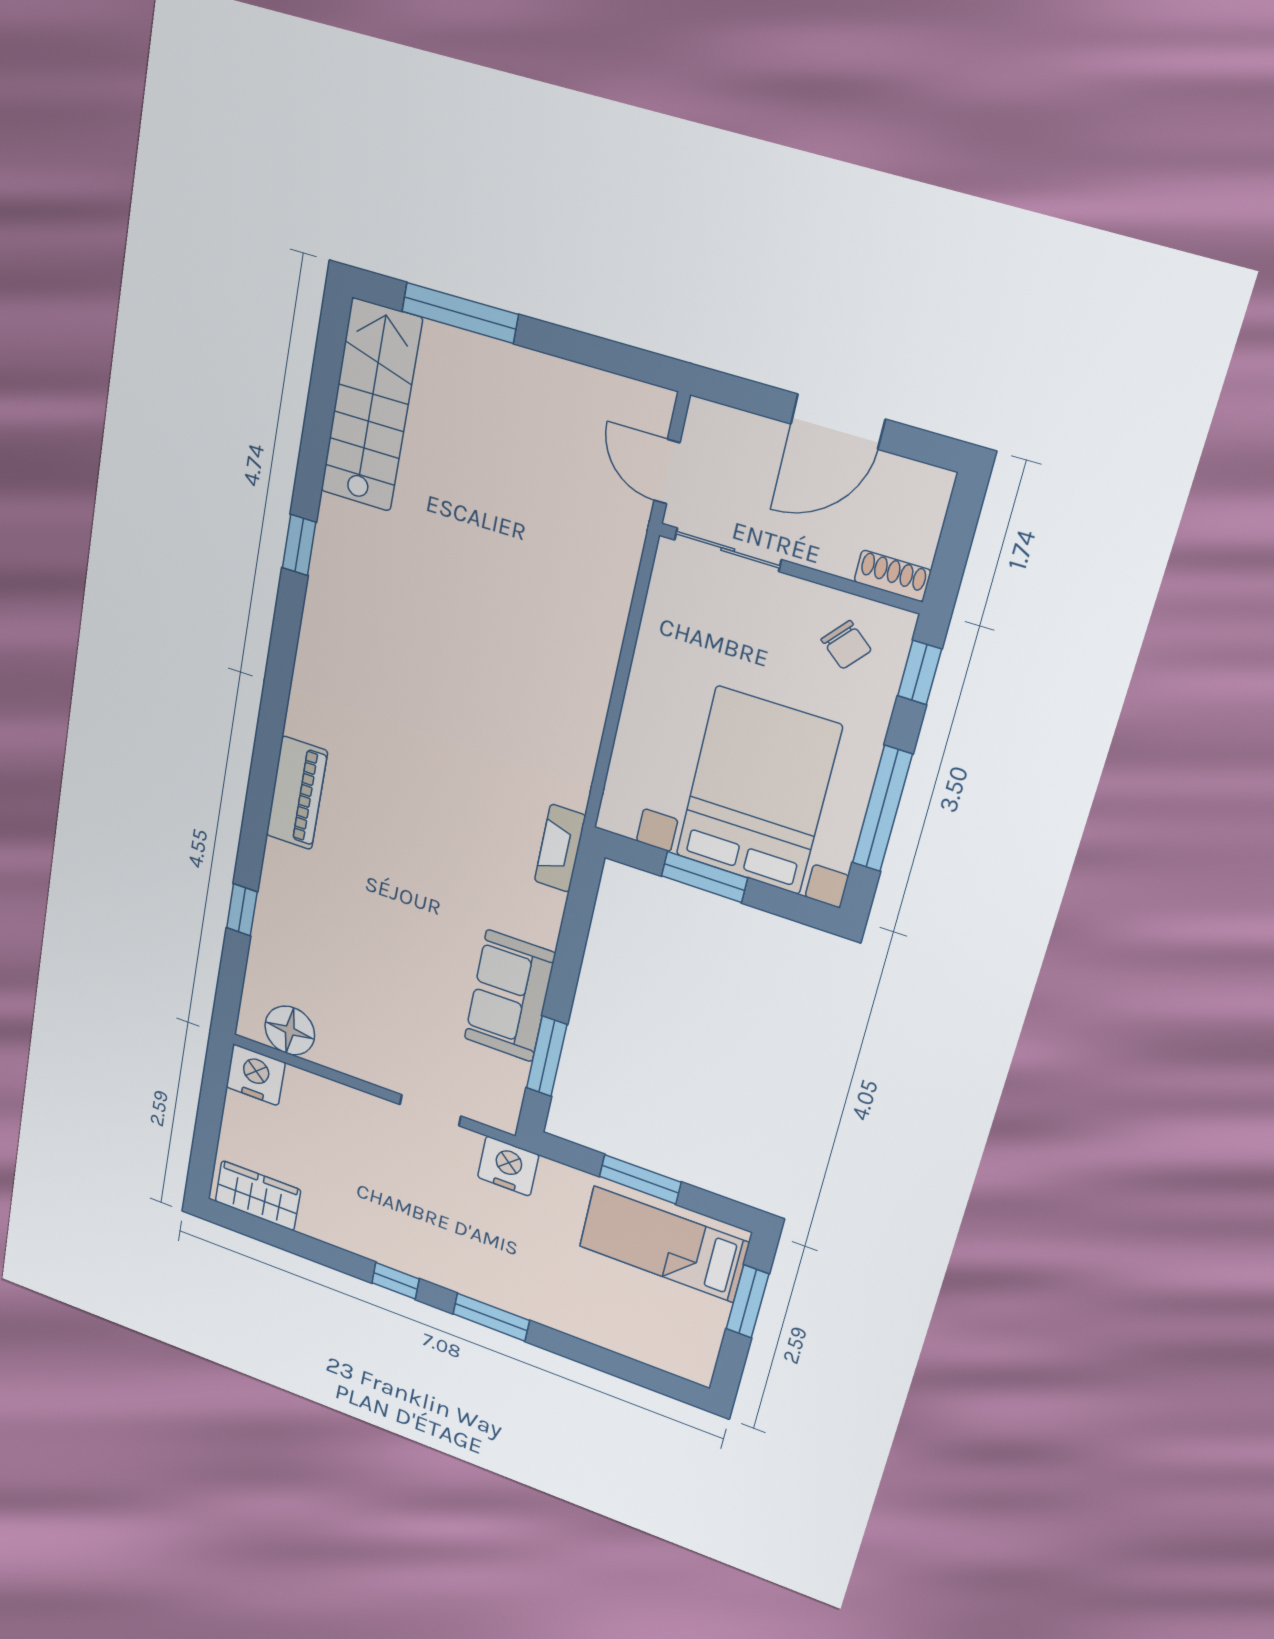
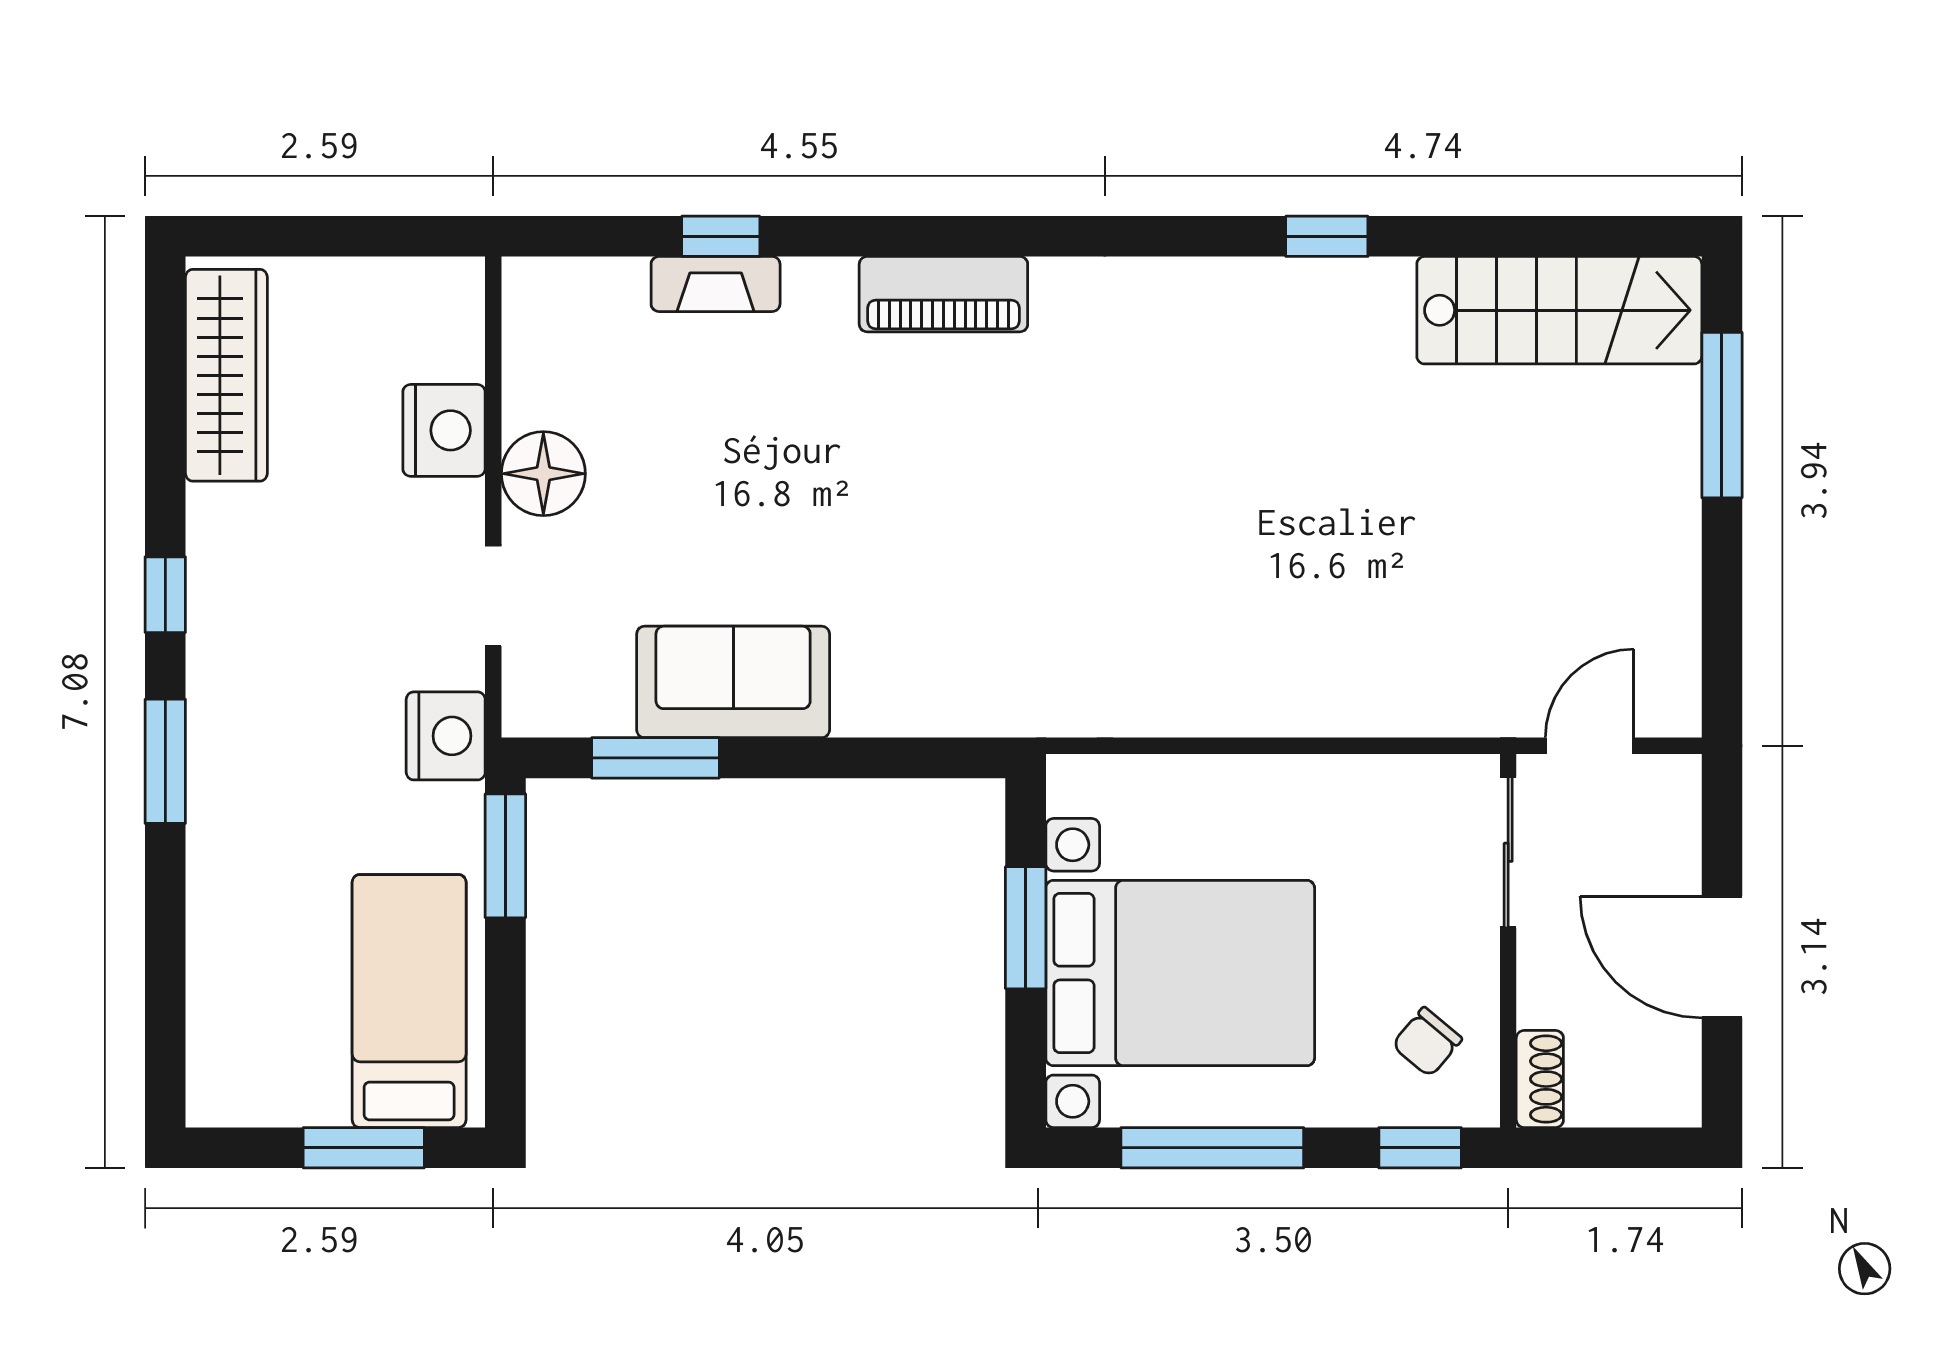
fireplace: (560, 848) -> (716, 284), moved, turned 180
floor lamp: (290, 1031) -> (543, 474), moved
nightstand: (256, 1075) -> (444, 430), moved
window: (640, 1179) -> (505, 856), moved
wardrobe: (258, 1196) -> (226, 375), width x1.50

